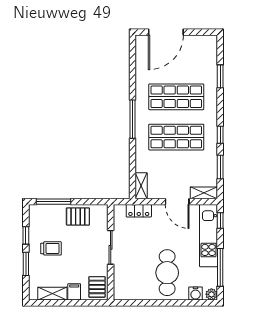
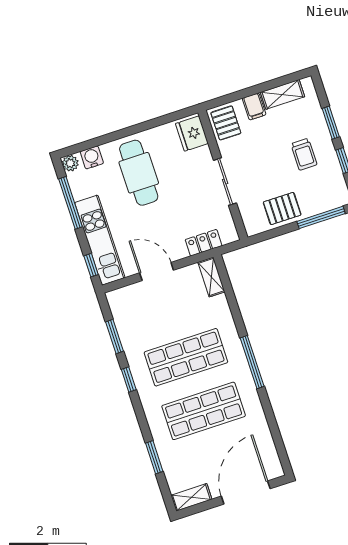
shelving: (204, 193) -> (191, 497), moved
trolley: (51, 248) -> (304, 154), turned -90
fridge: (122, 287) -> (192, 133), added

